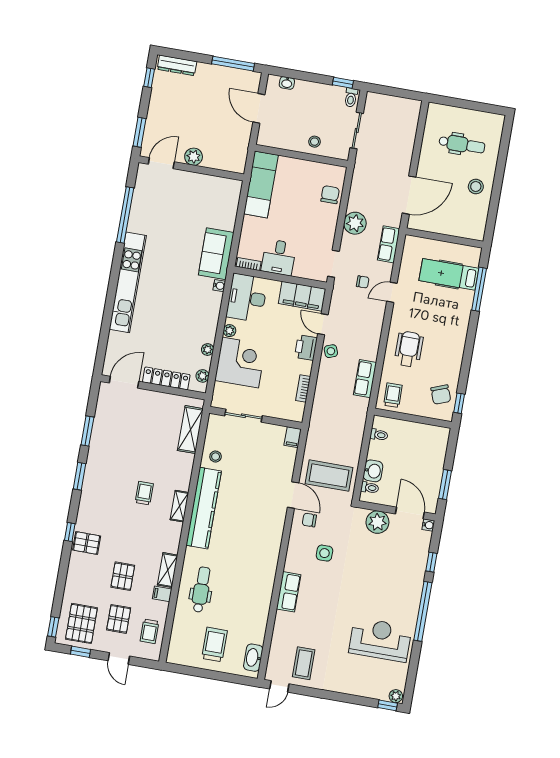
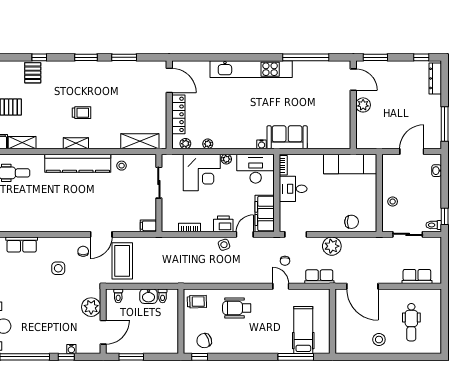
wheelchair: (409, 349) -> (237, 308), turned 180
row of seats: (365, 379) -> (417, 277), moved
washbasin: (373, 471) -> (149, 296), moved
water cooler: (428, 525) -> (71, 349), moved

